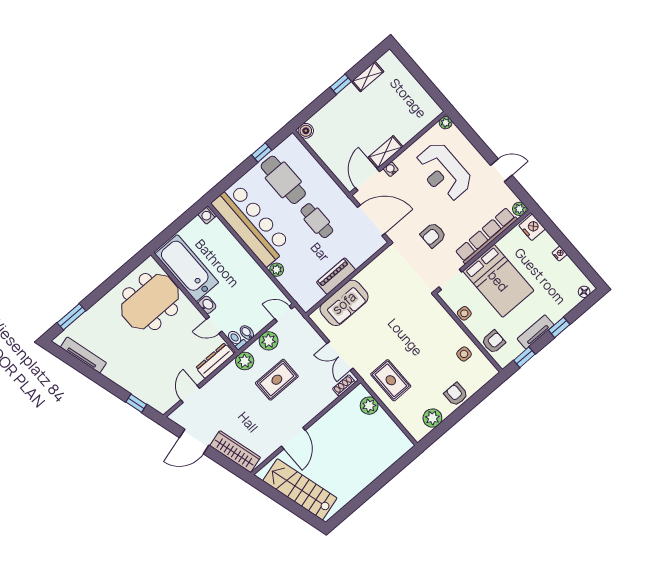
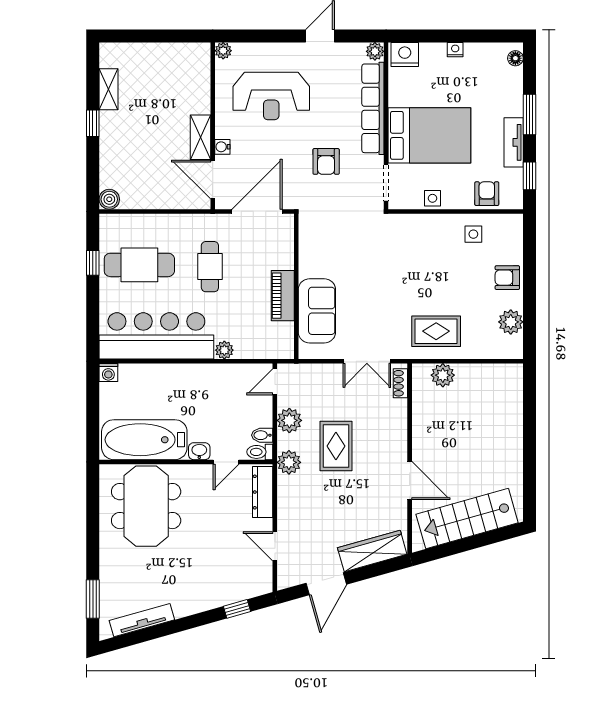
cafe table: (317, 221) -> (210, 267), turned 90
window: (559, 327) -> (530, 115), width x1.50

